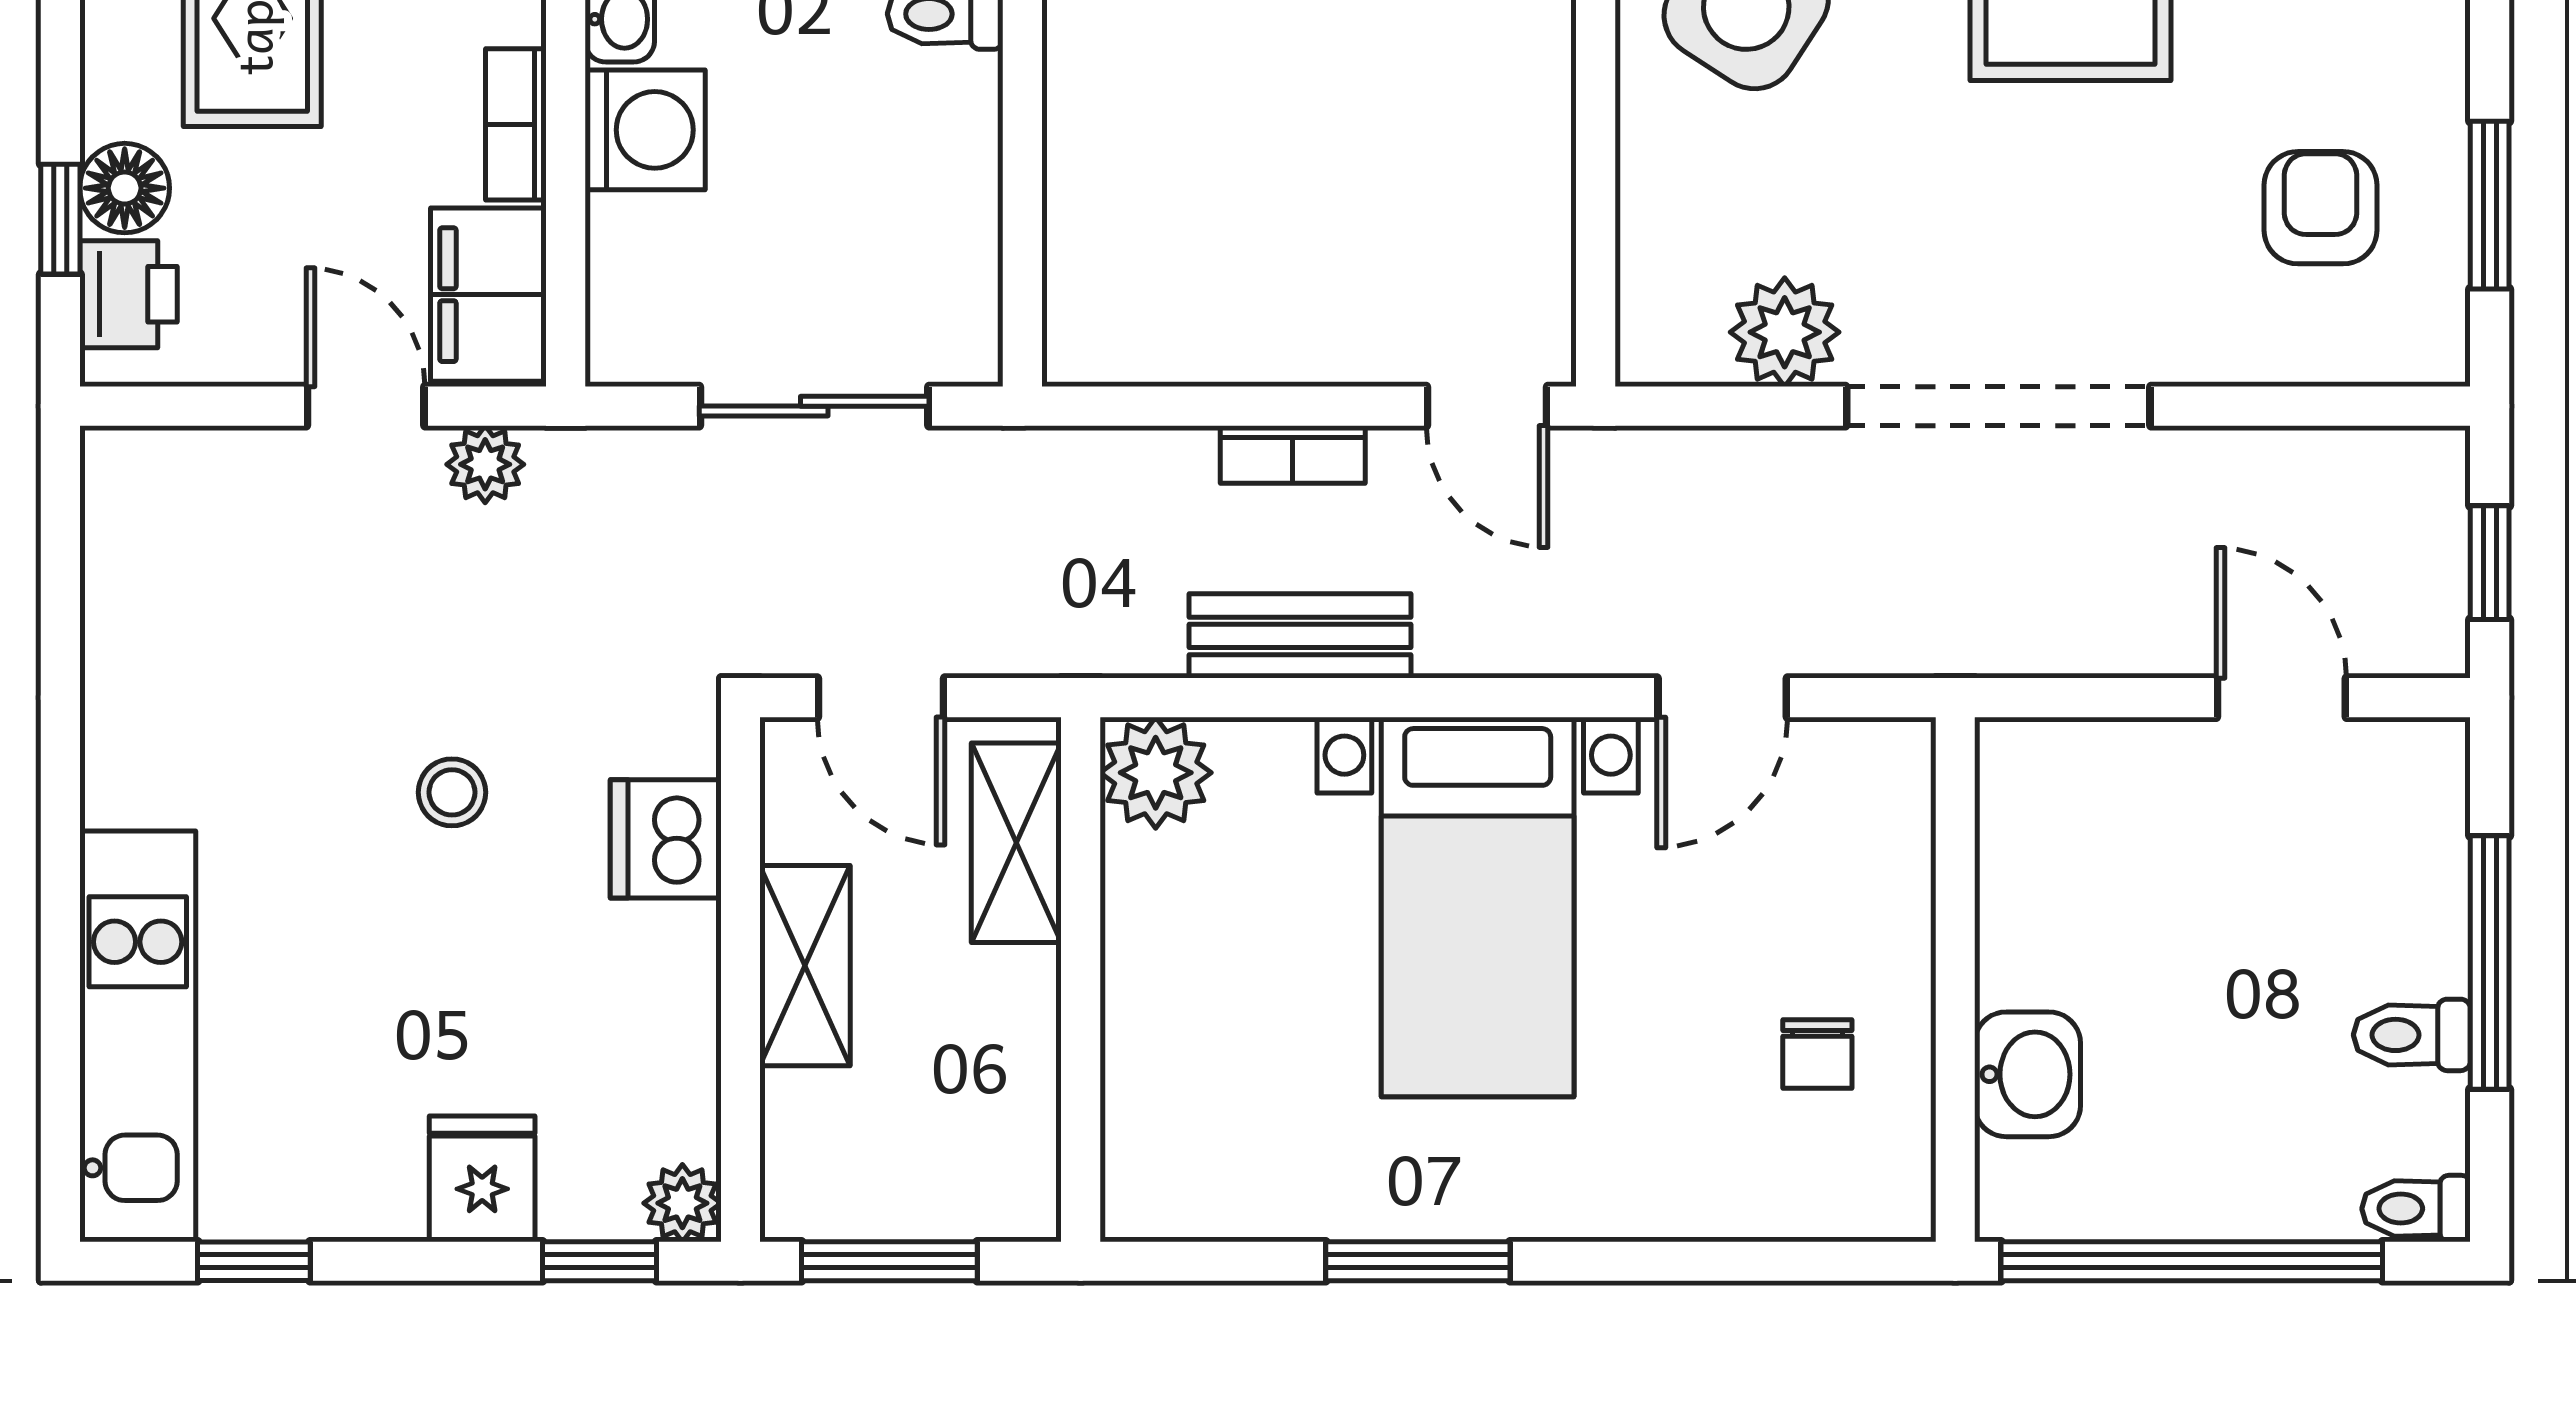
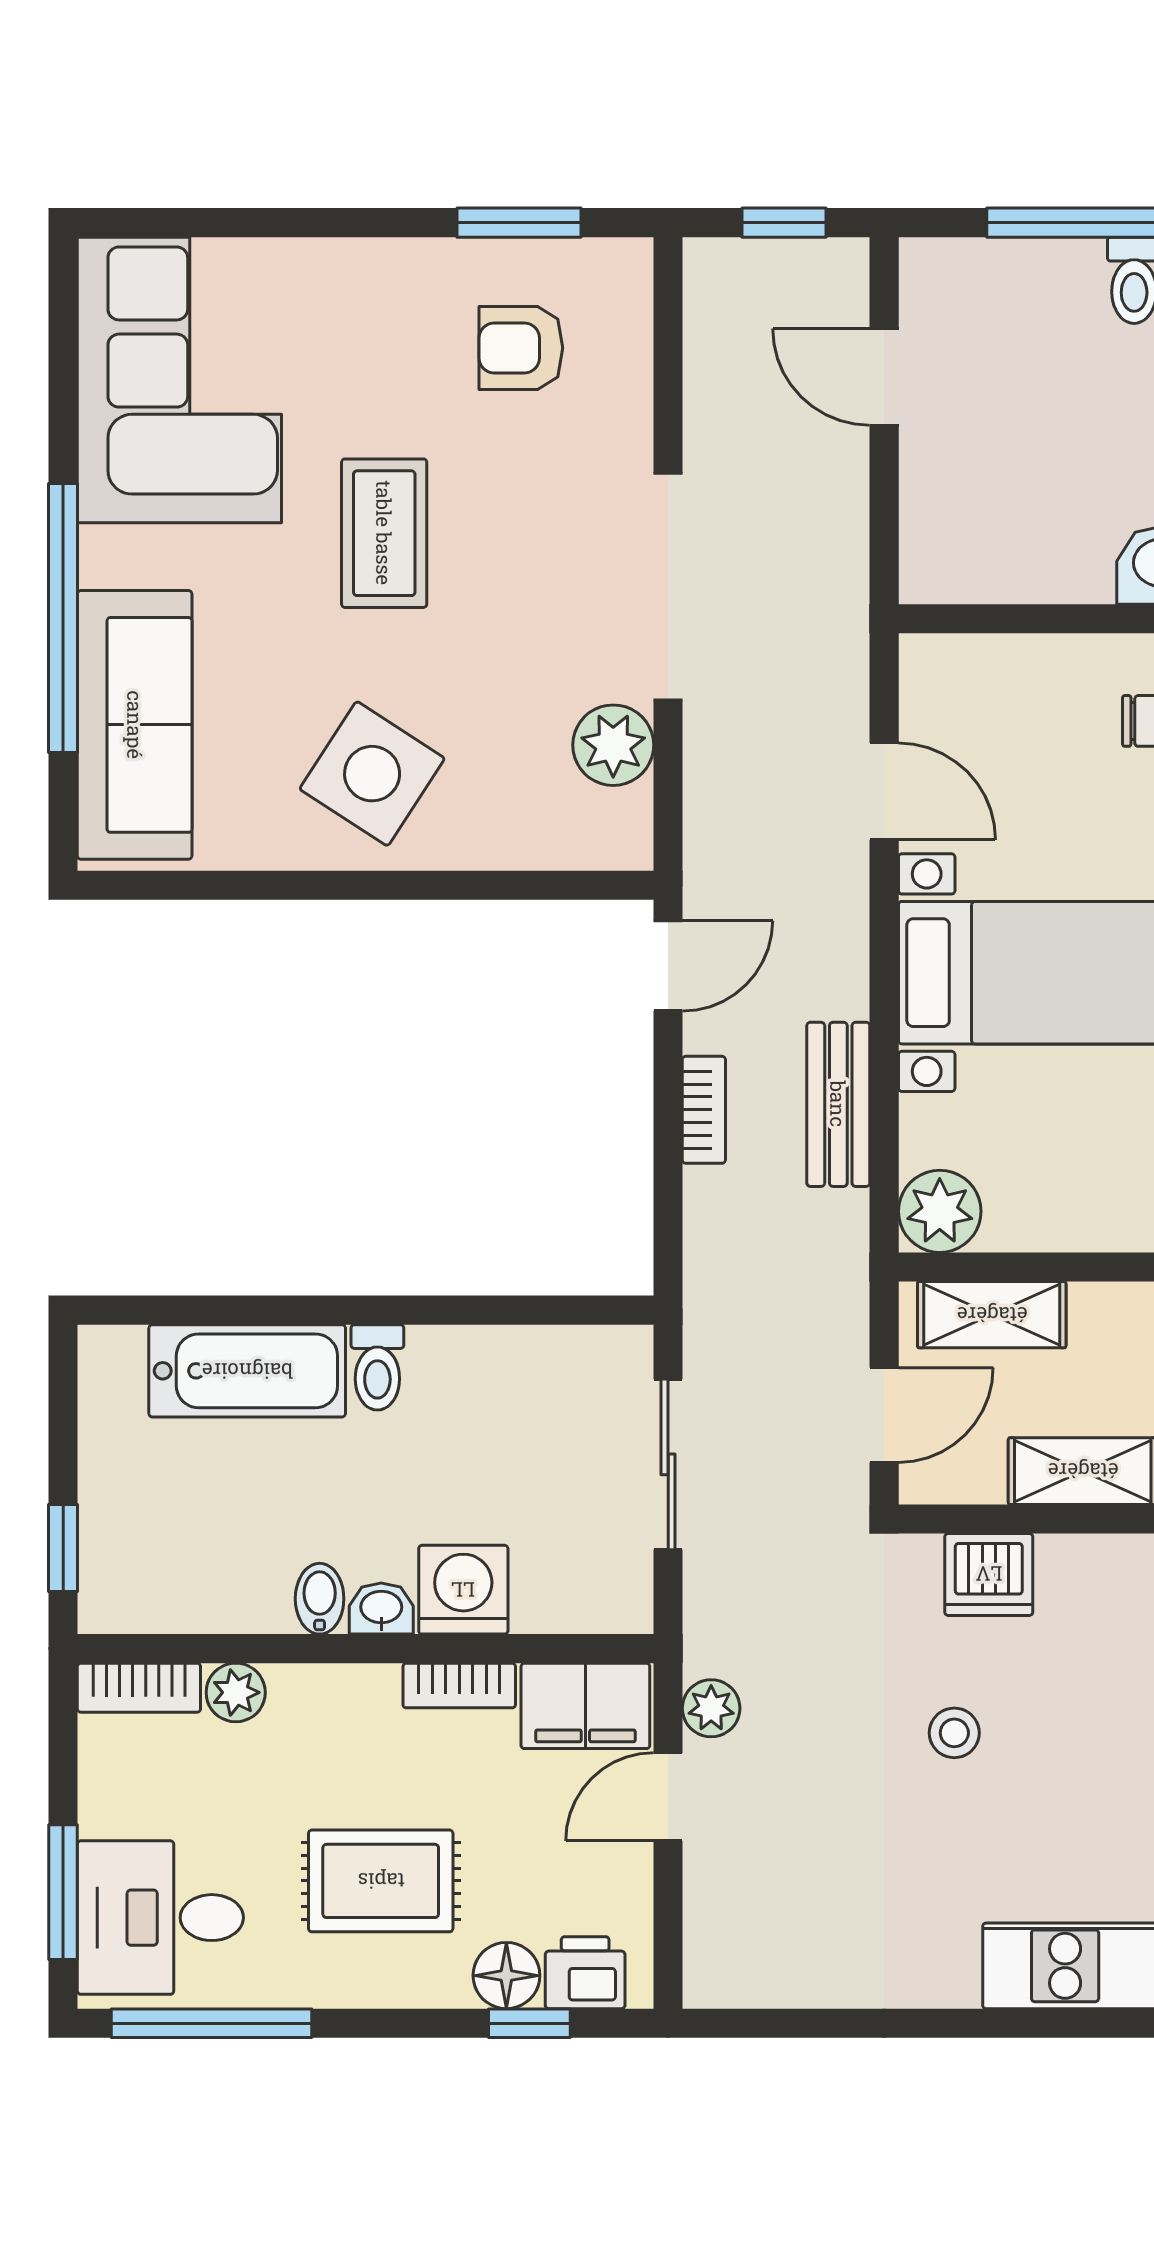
door: (2281, 698) -> (884, 377), hinge flipped

